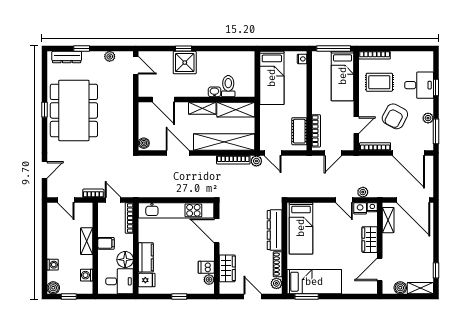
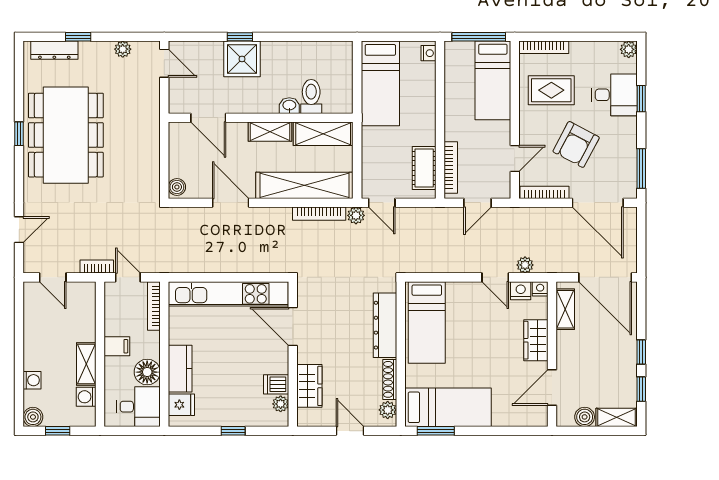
plant: (428, 118) -> (629, 49), moved
shelving: (87, 241) -> (86, 364), moved
window: (436, 247) -> (641, 352), added

